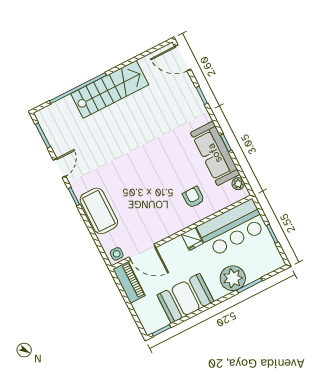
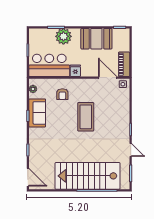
stairs: (110, 89) -> (88, 176), width x1.36, depth x1.51
sofa: (215, 153) -> (37, 113), width x0.73
door: (59, 168) -> (131, 150), swing flipped
coffee table: (99, 211) -> (86, 117), moved

